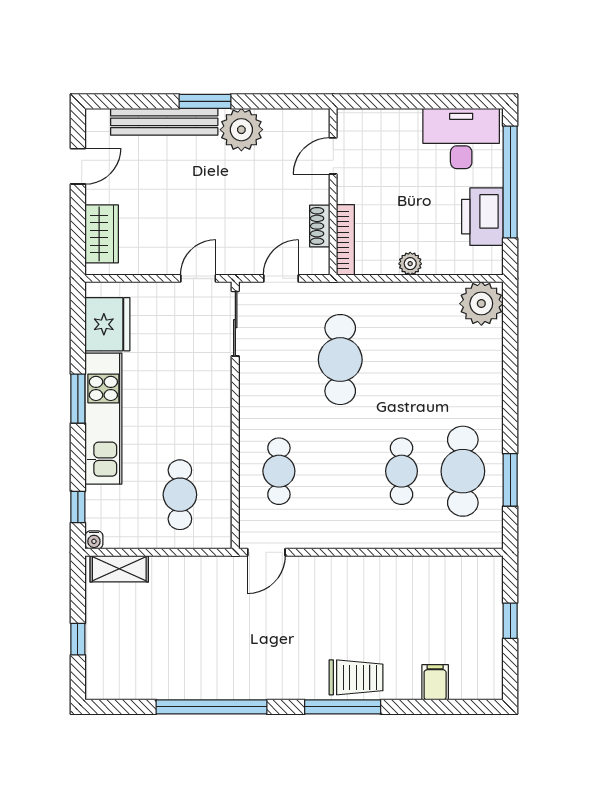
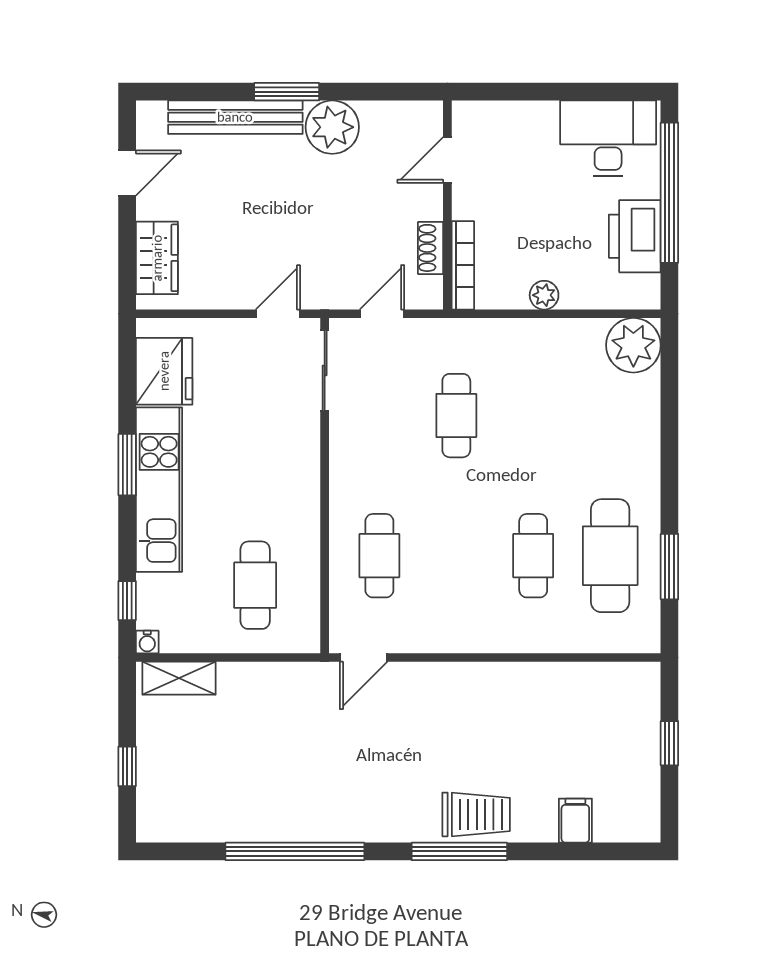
cafe table: (340, 360) -> (456, 416), width x0.73, depth x0.74

